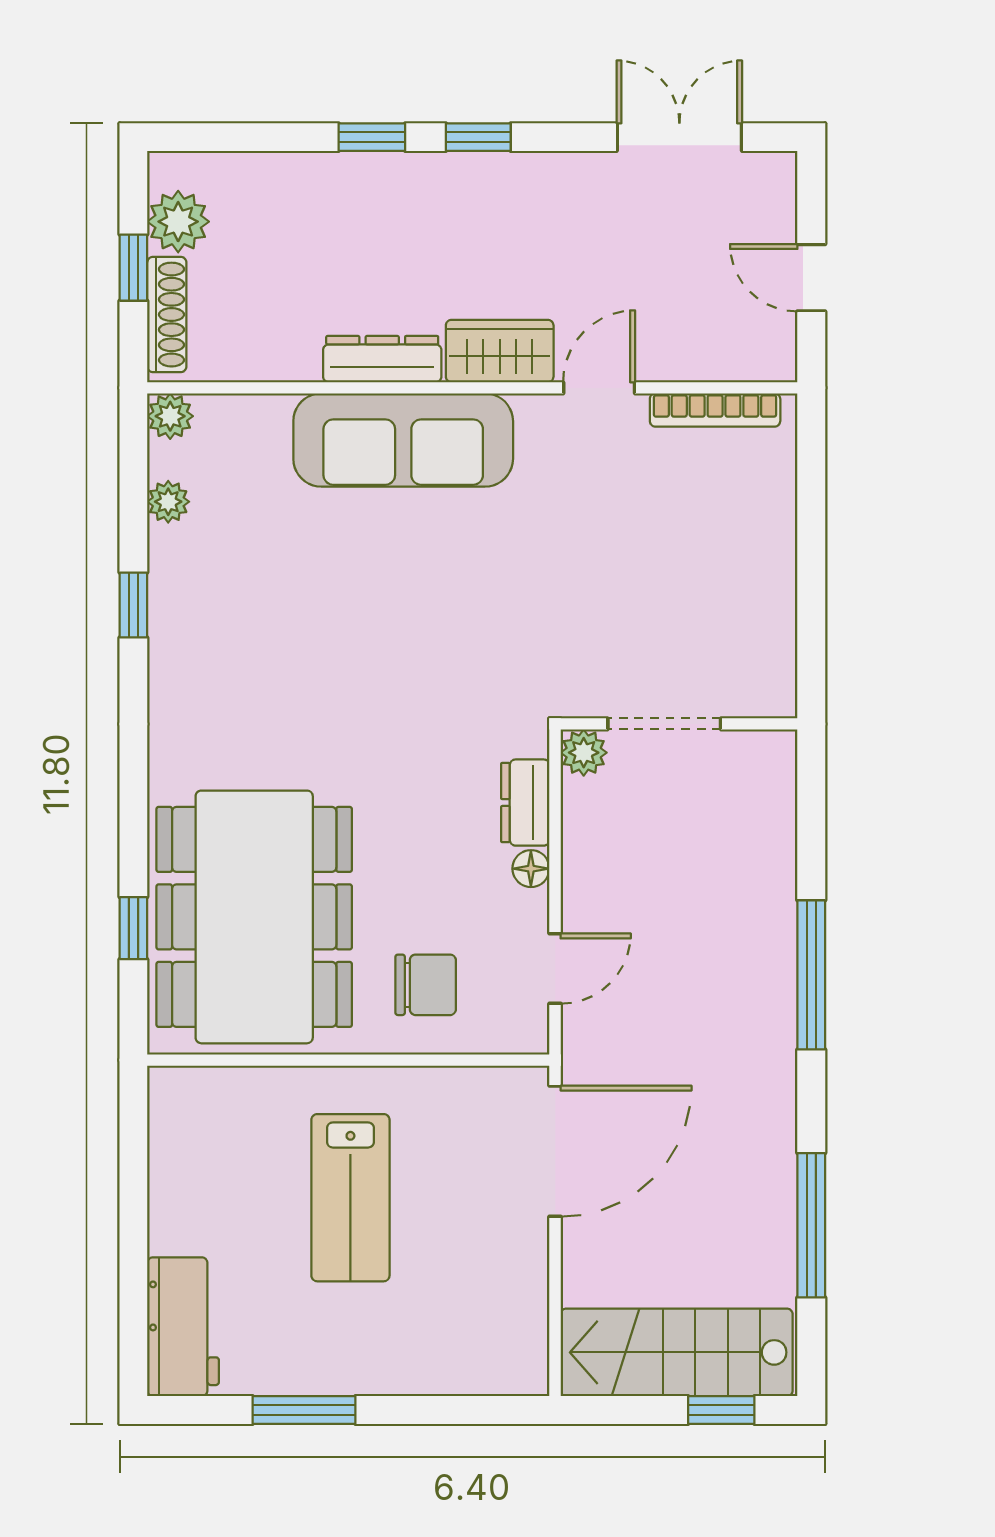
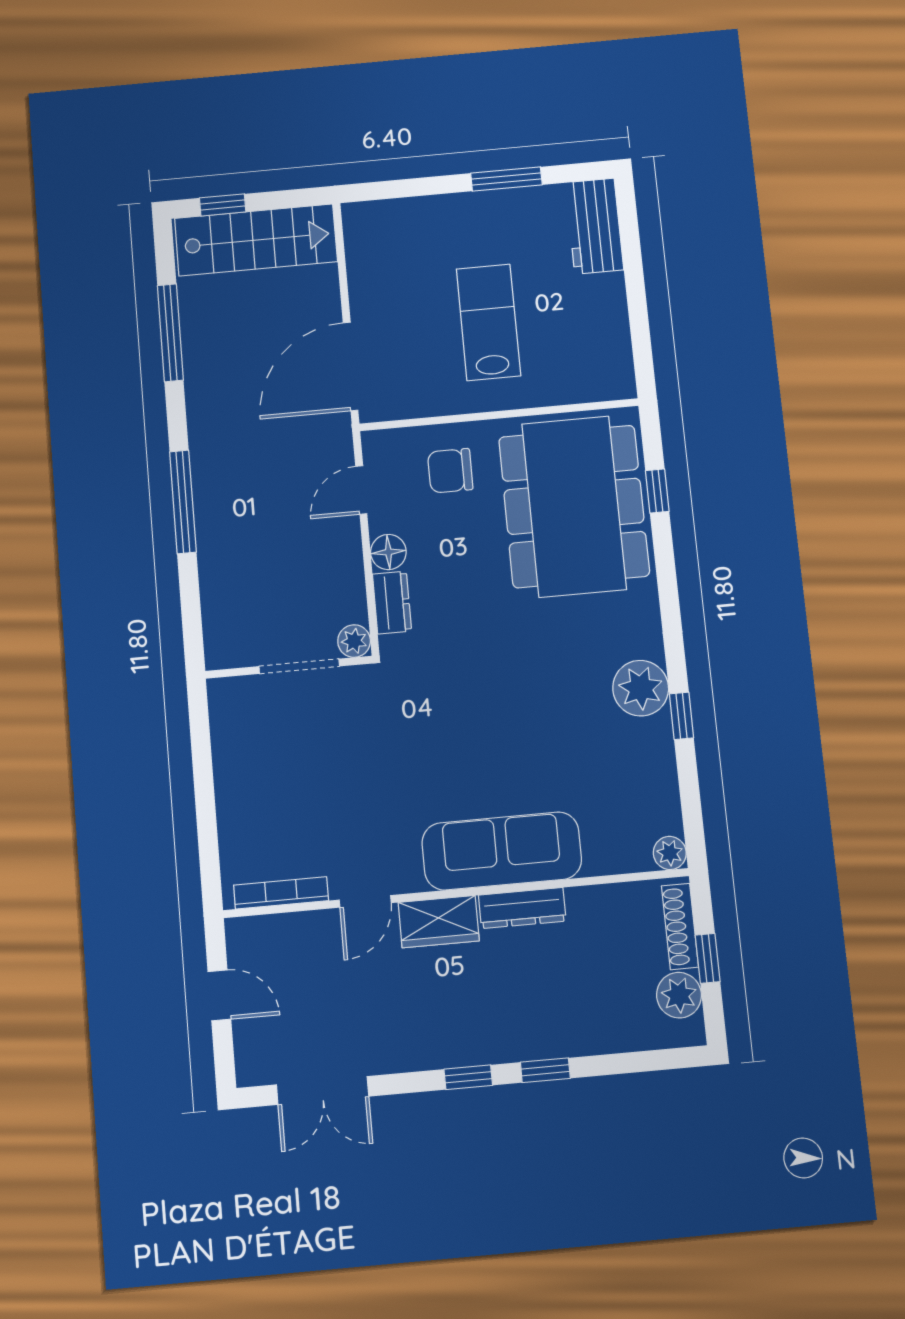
plant: (168, 502) -> (641, 688), moved, width x1.88, depth x1.88
floor lamp: (531, 869) -> (388, 552), width x1.37, depth x1.37

